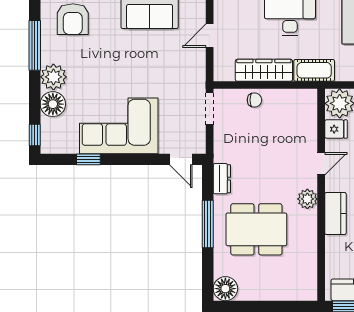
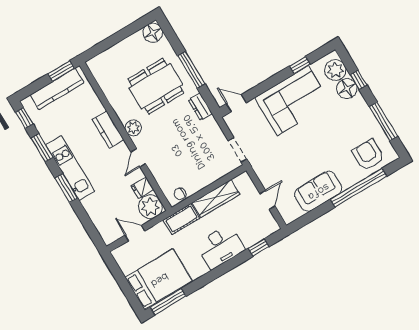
plant: (53, 77) -> (335, 70), moved
chair: (254, 100) -> (180, 194), moved
window: (35, 135) -> (359, 80), moved

